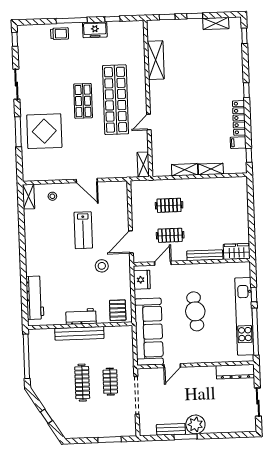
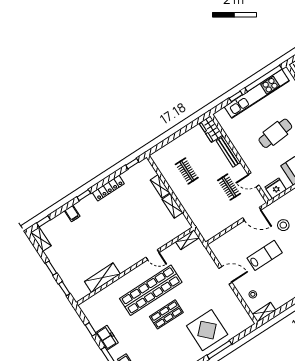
shelving: (216, 23) -> (41, 239), moved
filing cabinet: (238, 143) -> (72, 213), moved
door: (87, 181) -> (225, 275), hinge flipped
clothes rail: (169, 205) -> (187, 171), moved

